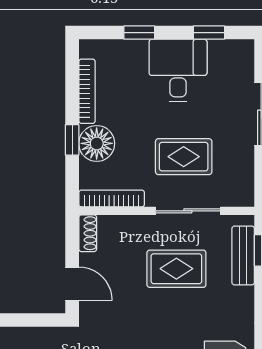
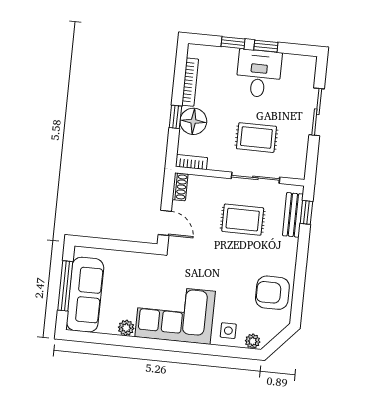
window: (209, 33) -> (266, 46), moved
bookcase: (112, 198) -> (191, 162), width x0.64

